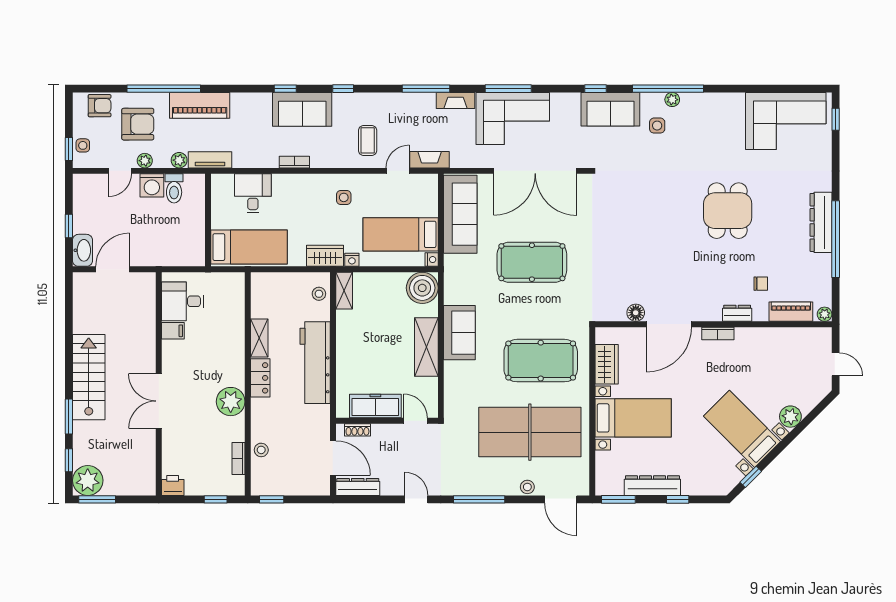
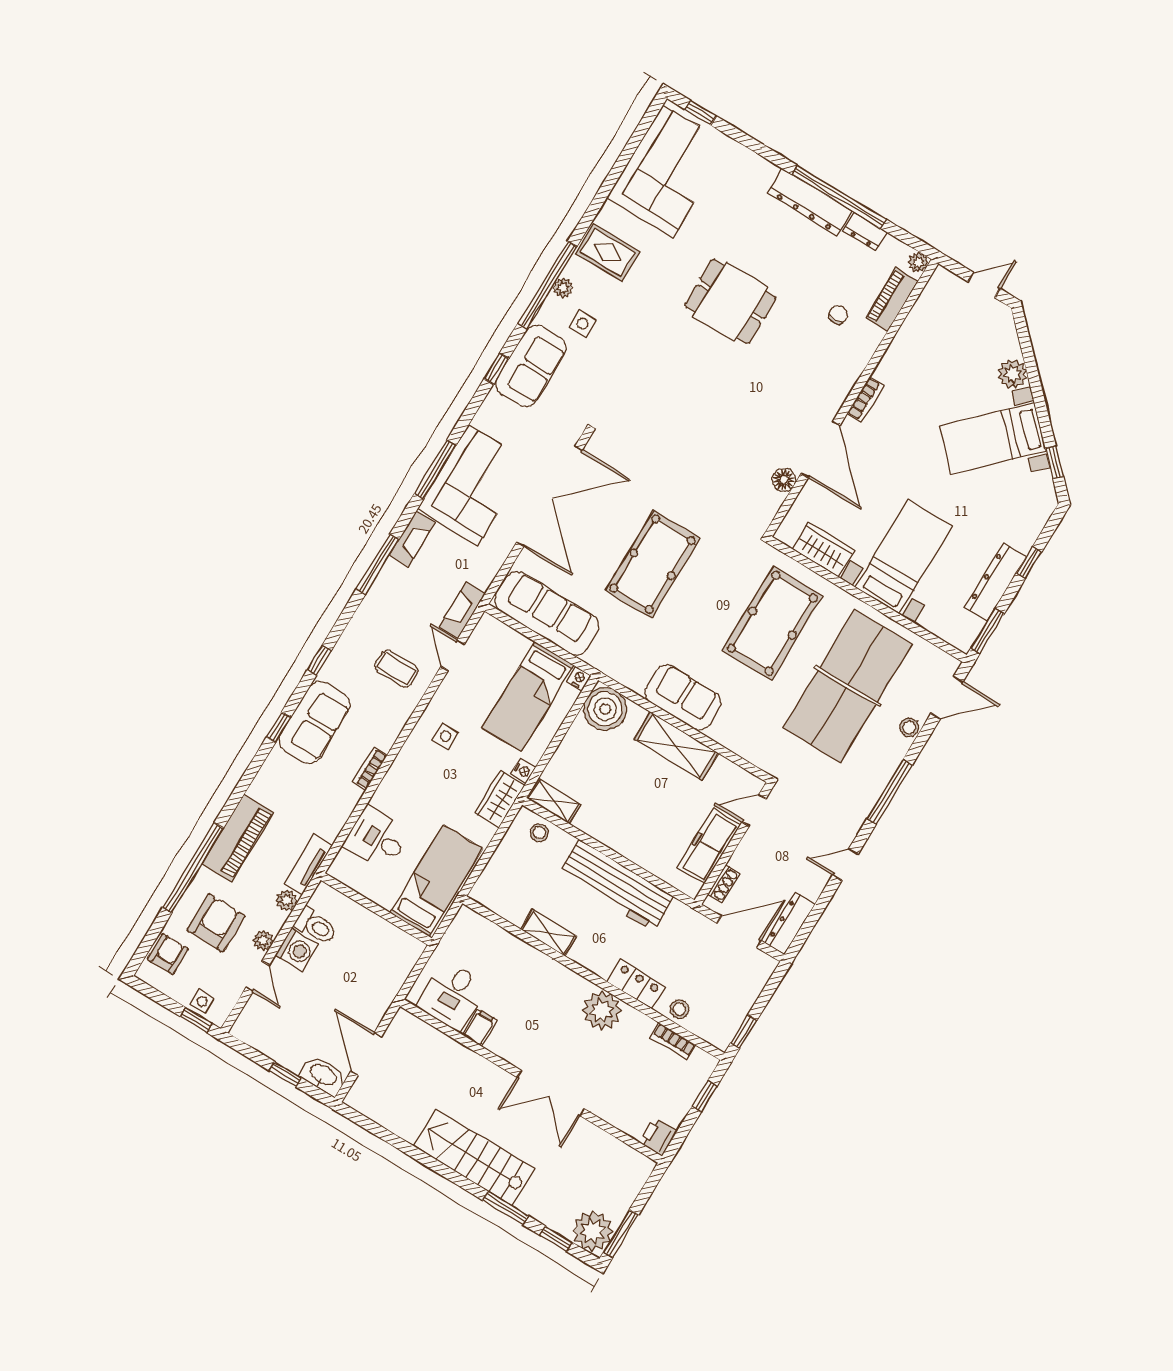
rug: (712, 114) -> (608, 252), added
dresser: (737, 313) -> (865, 232), moved, turned -90
locker: (260, 378) -> (636, 984), moved

